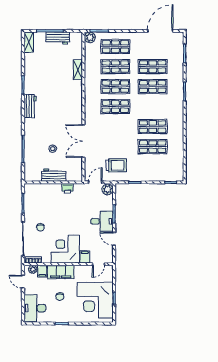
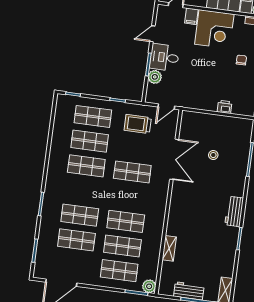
shop shelf: (115, 107) -> (132, 172), moved
shop shelf: (153, 167) -> (93, 116), added
workbench: (54, 175) -> (216, 122), removed
printer: (68, 188) -> (224, 107), moved
plant: (108, 189) -> (155, 77), moved
door: (114, 239) -> (152, 34), swing flipped

